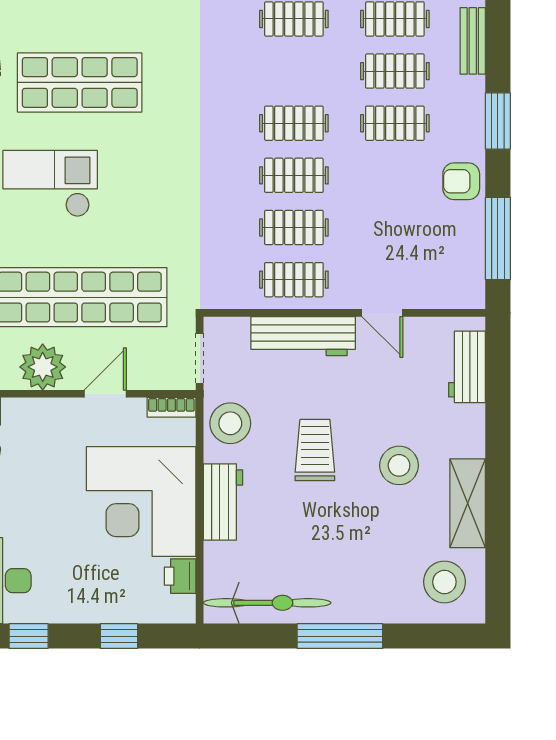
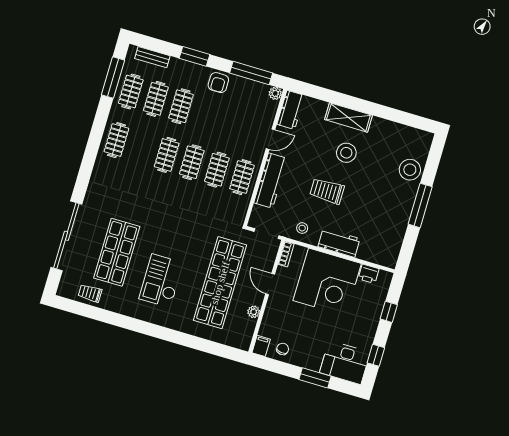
plant: (473, 296) -> (275, 93), added
plant: (43, 367) -> (254, 312), width x0.53, depth x0.53
workbench: (467, 367) -> (291, 110), moved, turned -90
stool: (230, 423) -> (302, 228), width x0.53, depth x0.53
shelving: (468, 503) -> (348, 117), moved
stool: (444, 582) -> (410, 170), moved
bicycle: (267, 603) -> (394, 236), removed

